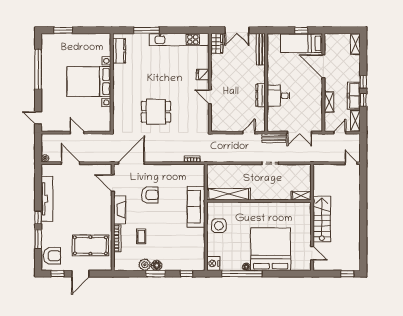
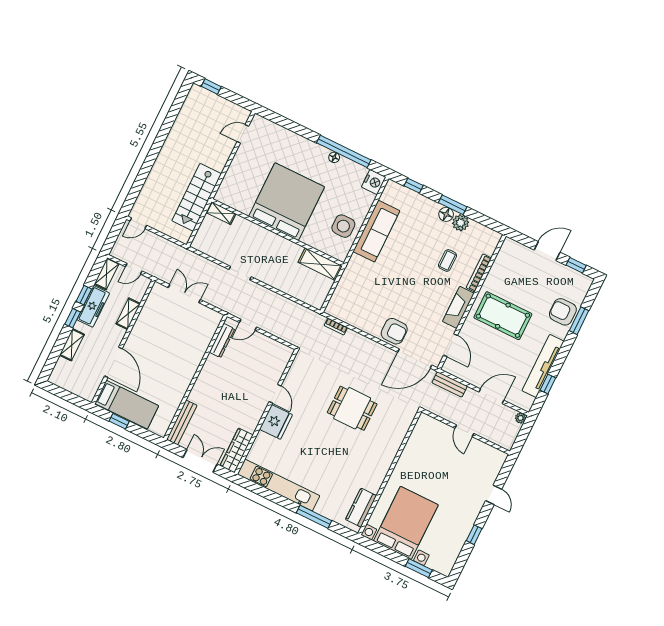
wardrobe: (217, 43) -> (237, 450), width x1.50
shelving: (355, 44) -> (72, 345), moved
window: (38, 69) -> (474, 535), width x0.32
fridge: (203, 74) -> (276, 422), width x1.88, depth x1.34
bed with nightstands: (89, 82) -> (406, 523), moved, turned -90
dresser: (261, 95) -> (222, 341), moved
desk: (279, 96) -> (188, 353), removed
door: (38, 118) -> (494, 495), moved
bench: (274, 138) -> (450, 384), moved
door: (71, 163) -> (491, 396), swing flipped
door: (351, 163) -> (138, 223), hinge flipped
shelving: (229, 194) -> (320, 264), width x0.68
armchair: (150, 195) -> (394, 331), moved, turned 180
sofa: (196, 207) -> (376, 231), moved
window: (38, 217) -> (548, 384), moved
stairs: (322, 219) -> (197, 197), moved
pool table: (90, 245) -> (503, 316), moved
bed: (271, 249) -> (287, 202), moved, turned 180
door: (312, 253) -> (243, 134), hinge flipped
armchair: (52, 256) -> (563, 312), moved

